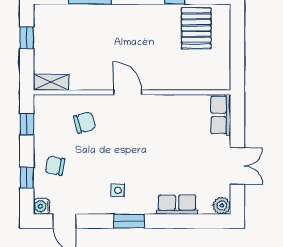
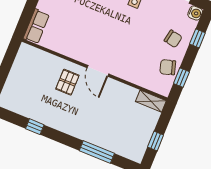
pallet: (196, 28) -> (67, 82), moved, width x0.67, depth x0.71
chair: (84, 122) -> (168, 67), moved

